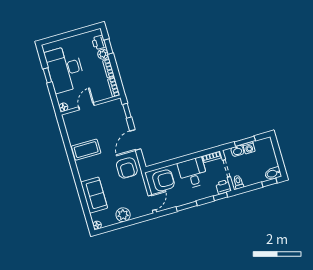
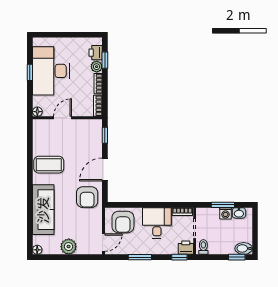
washbasin: (237, 151) -> (239, 213), moved
armchair: (163, 180) -> (123, 222), turned 90
sofa: (94, 195) -> (43, 210), width x1.36

